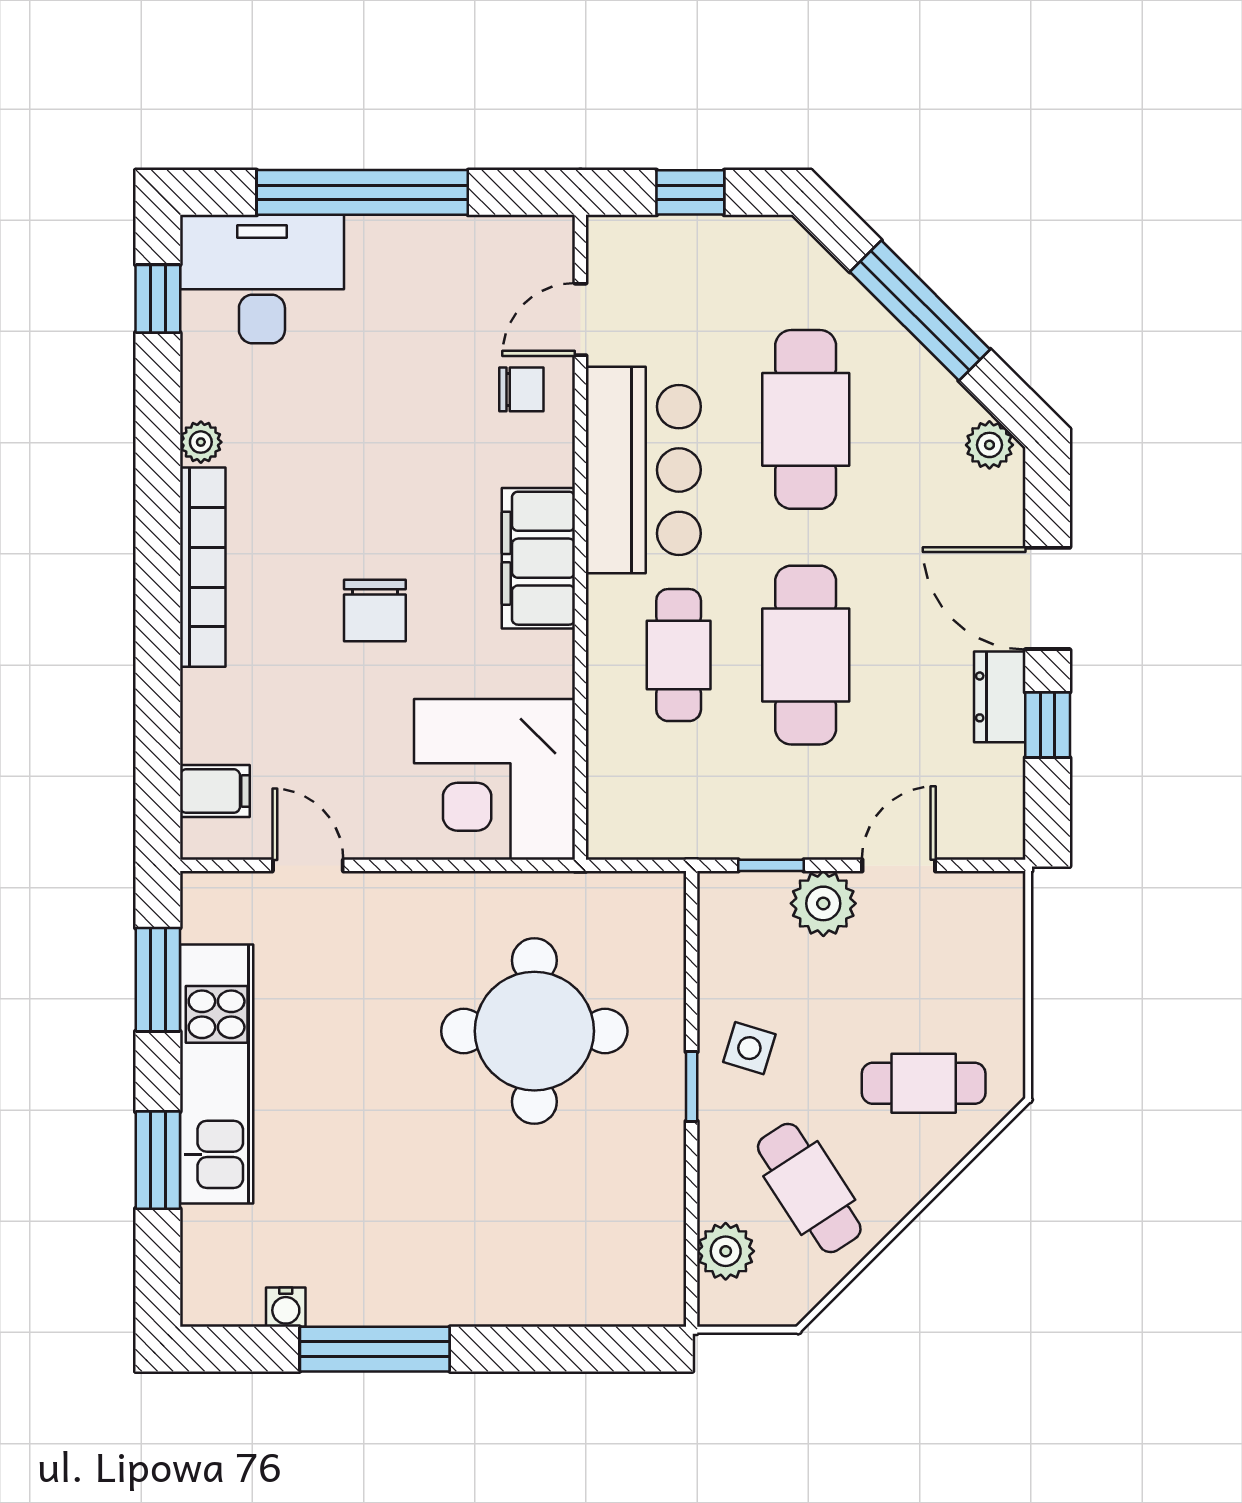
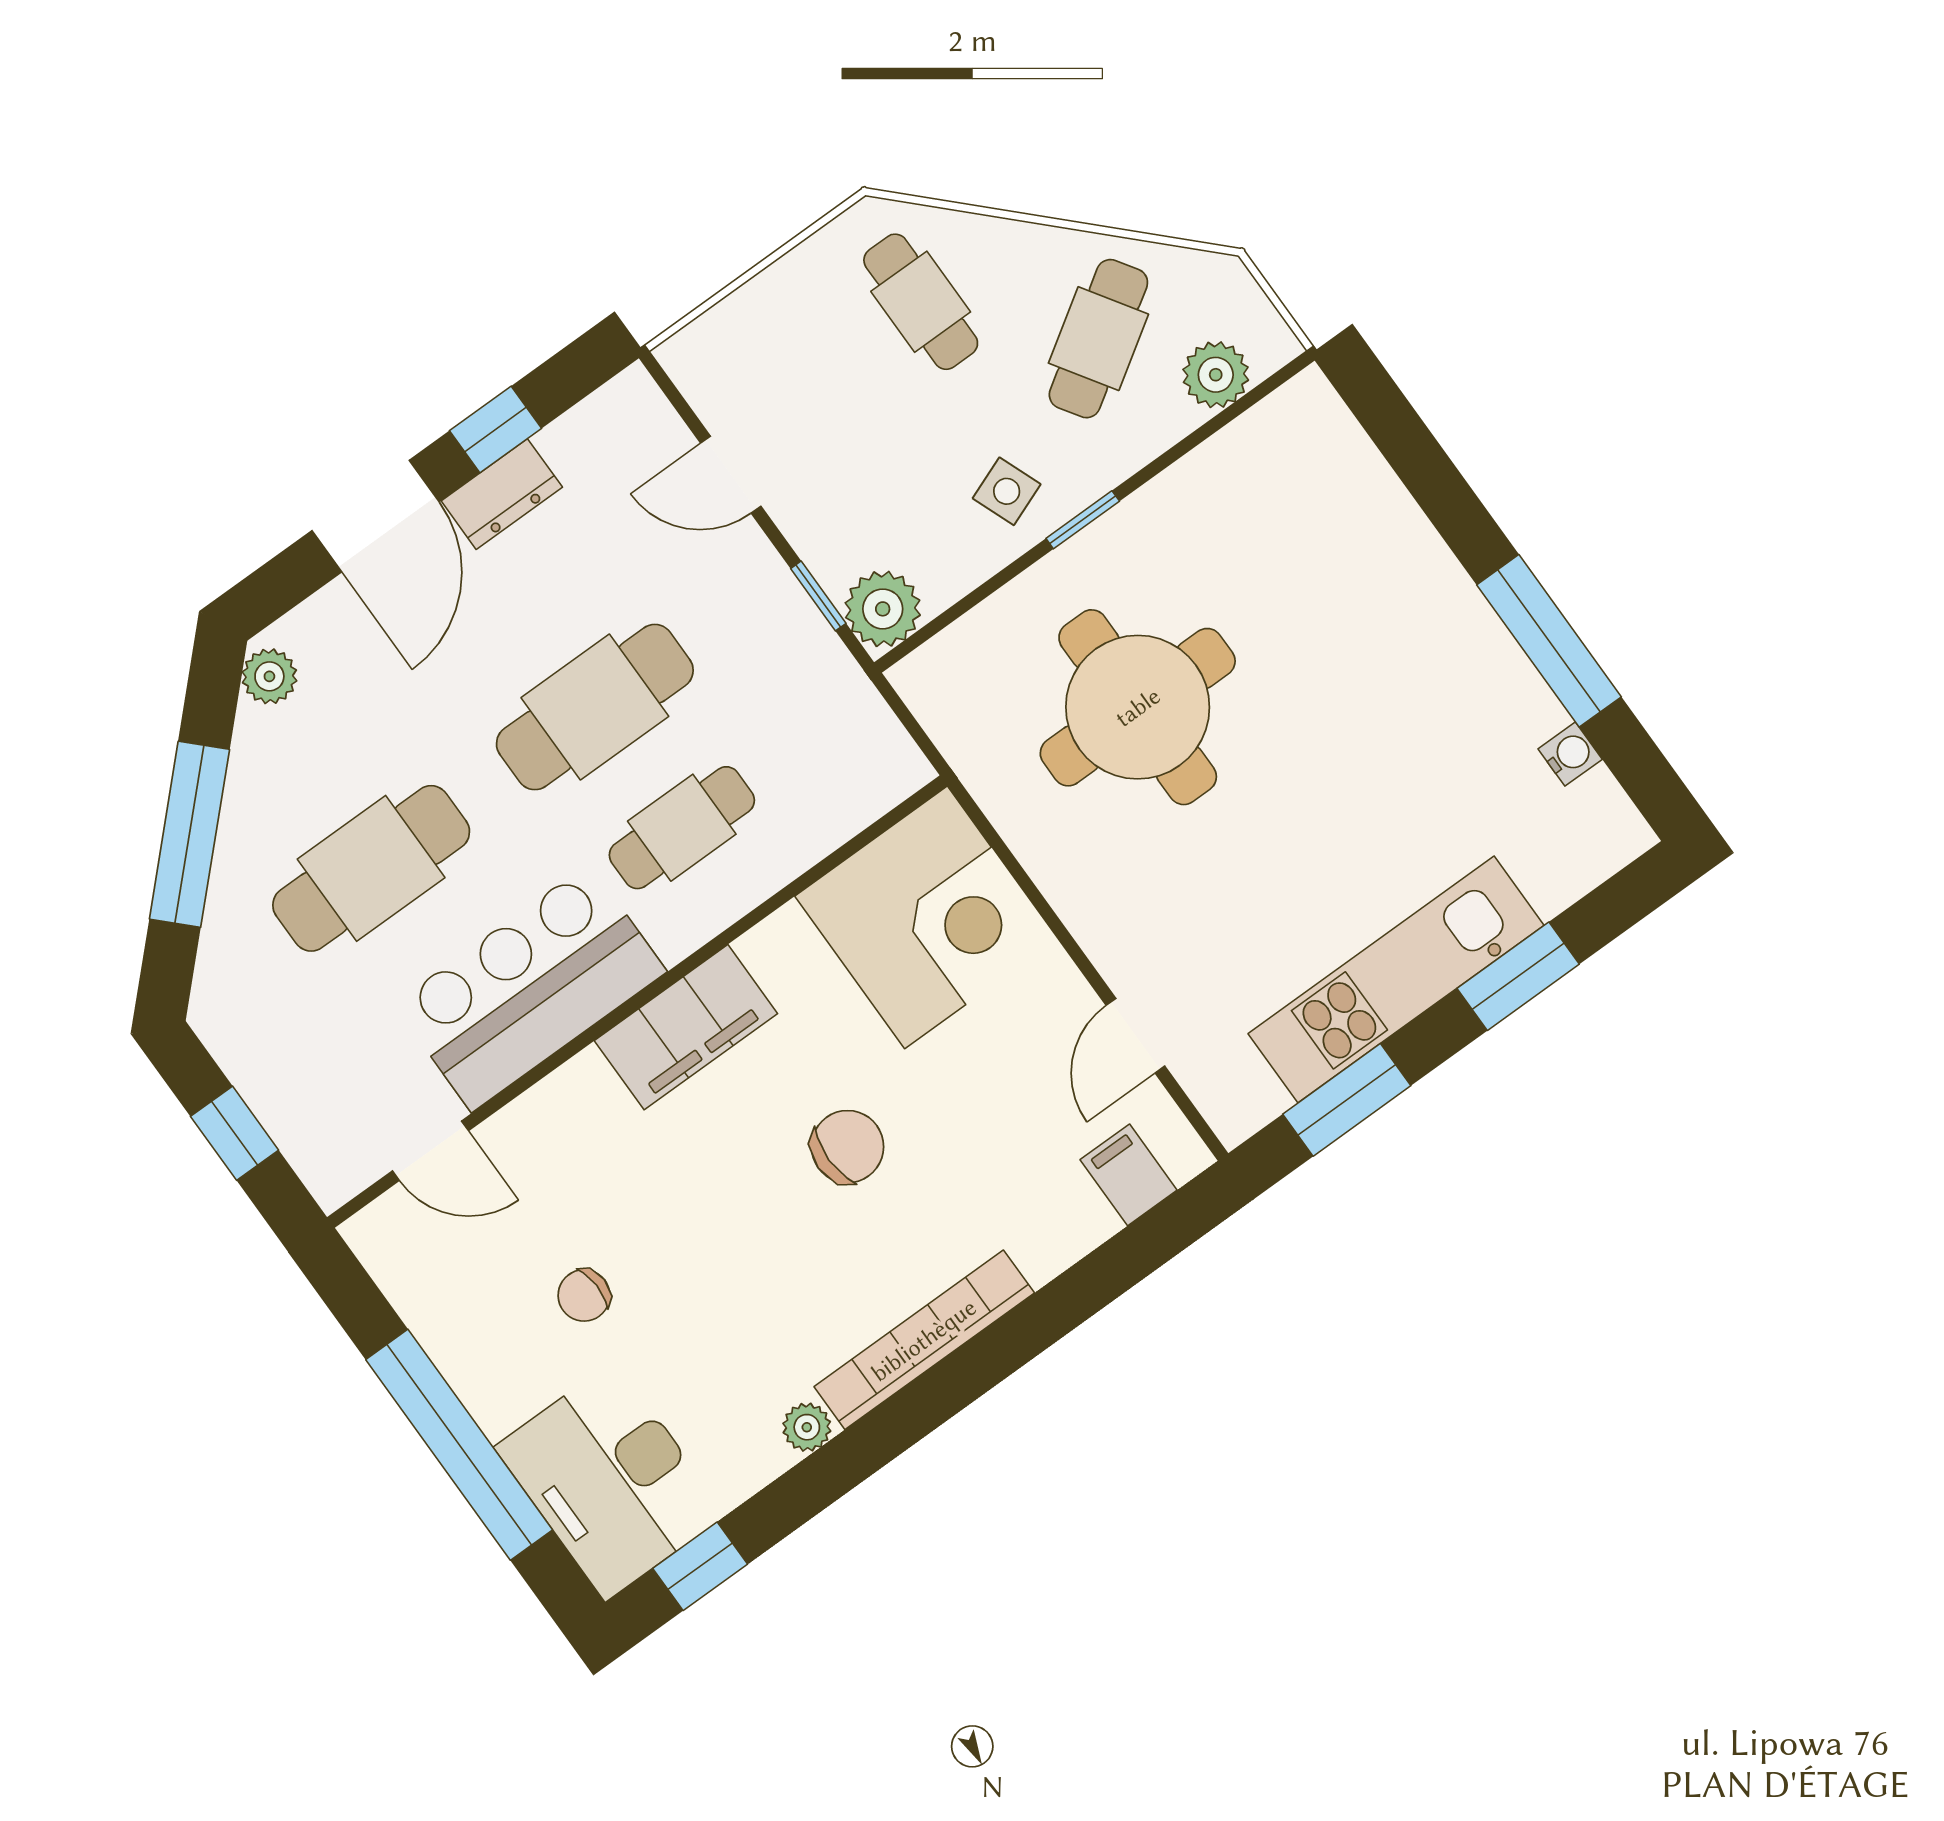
chair: (521, 389) -> (584, 1295), moved, turned -92
plant: (823, 903) -> (883, 609), moved
side table: (749, 1048) -> (1007, 491), turned -38

